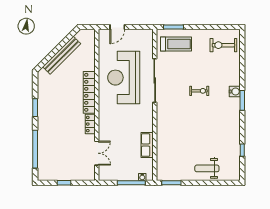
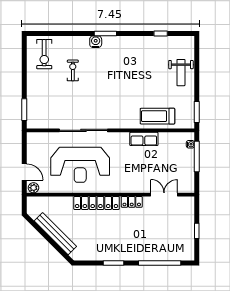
plant: (103, 35) -> (33, 188), added
treadmill: (176, 44) -> (157, 116), moved, turned -90
exercise bike: (199, 91) -> (73, 70), moved
row of seats: (147, 145) -> (144, 139), moved

